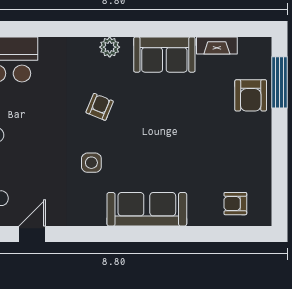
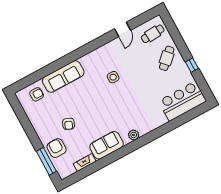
armchair: (100, 107) -> (69, 124), moved
sofa: (147, 209) -> (63, 76), moved

